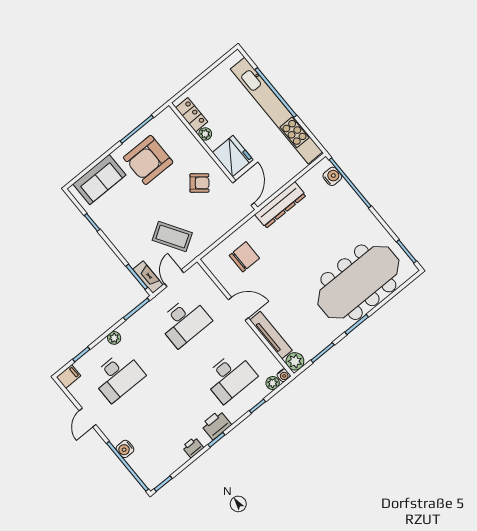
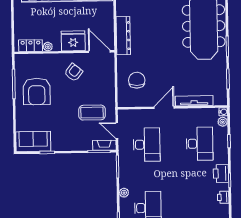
sofa: (99, 180) -> (33, 141), moved, turned -90
coffee table: (172, 236) -> (92, 113), turned 32
plant: (295, 361) -> (220, 99), removed

